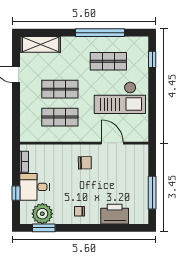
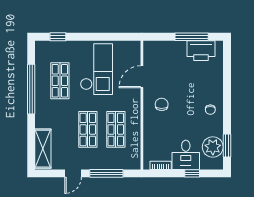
window: (16, 108) -> (106, 173), added
printer: (115, 214) -> (201, 51), moved, turned -90

